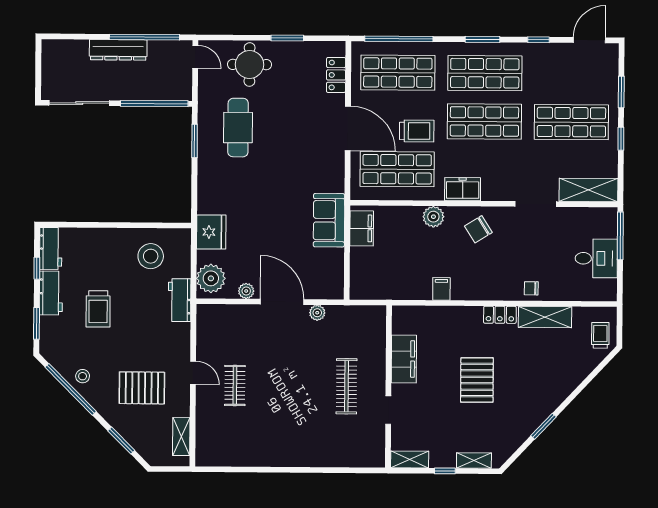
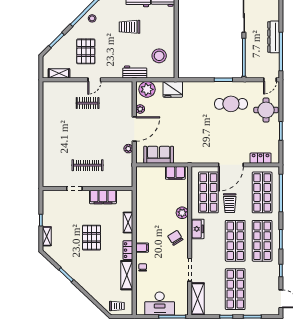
sofa: (329, 220) -> (159, 155), moved
desk: (596, 258) -> (160, 303), width x1.37
filing cabinet: (441, 289) -> (142, 248), moved
pallet: (477, 380) -> (92, 238), turned 90
shelving: (410, 459) -> (128, 222), moved

